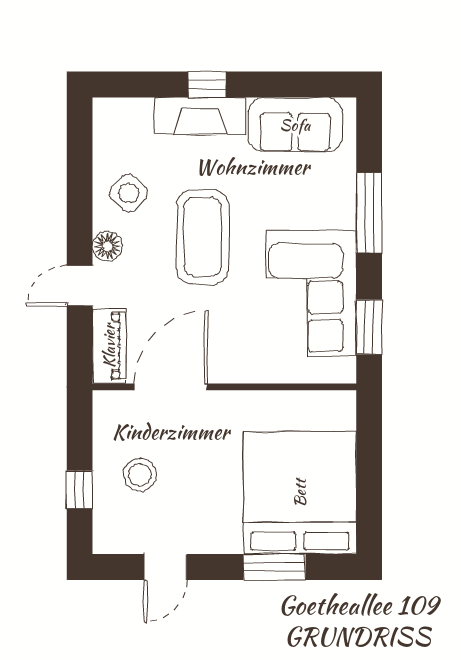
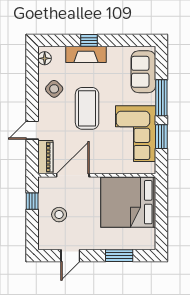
sofa: (295, 125) -> (143, 72), moved, turned 90
floor lamp: (107, 246) -> (45, 58), moved
window: (369, 327) -> (161, 137), moved
window: (80, 490) -> (32, 201), moved
bed: (300, 493) -> (128, 202), moved, turned -90

